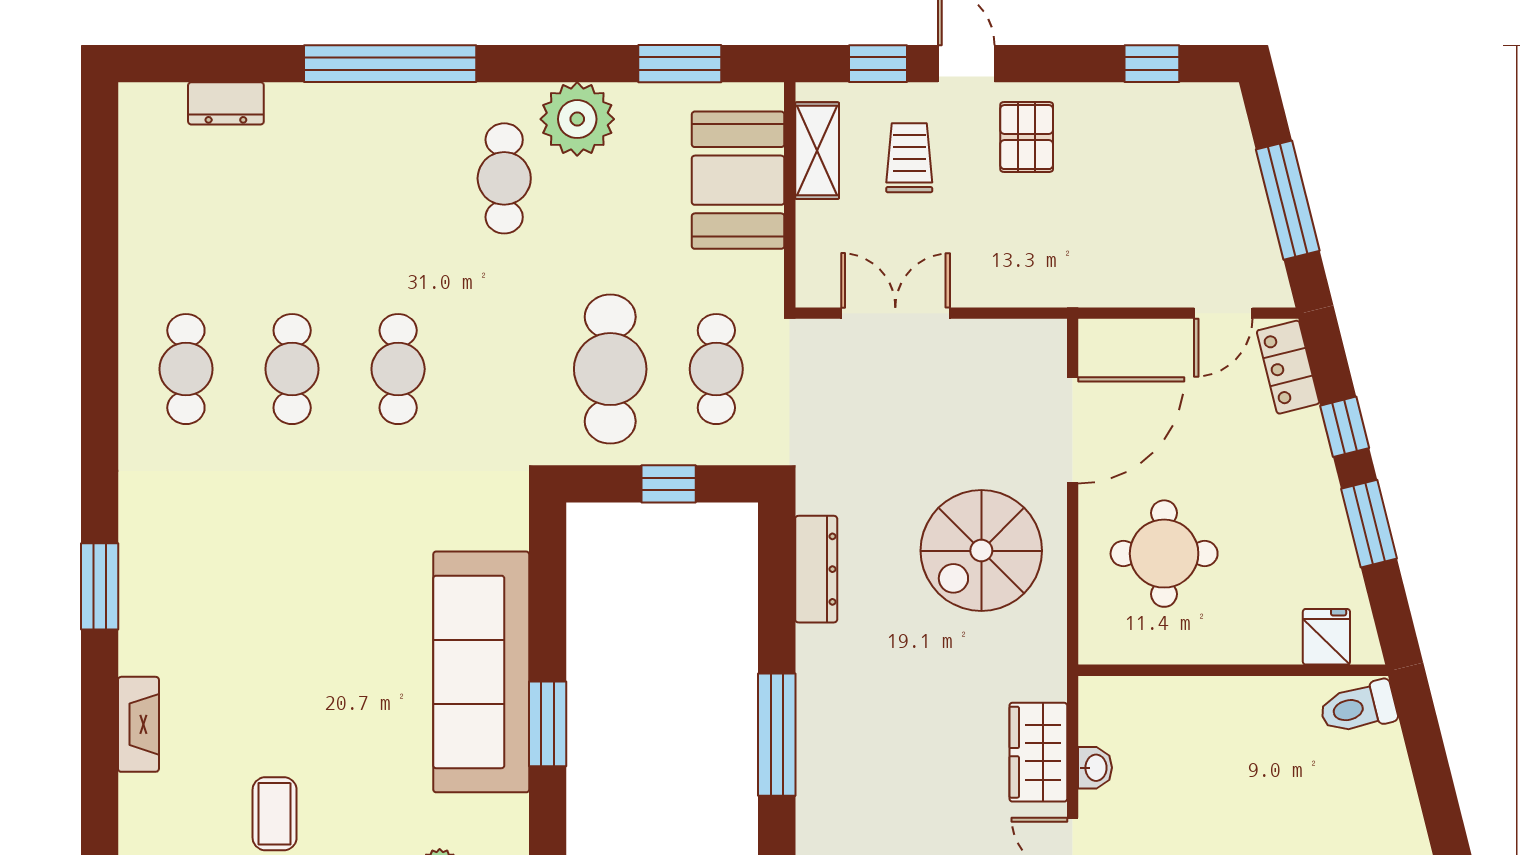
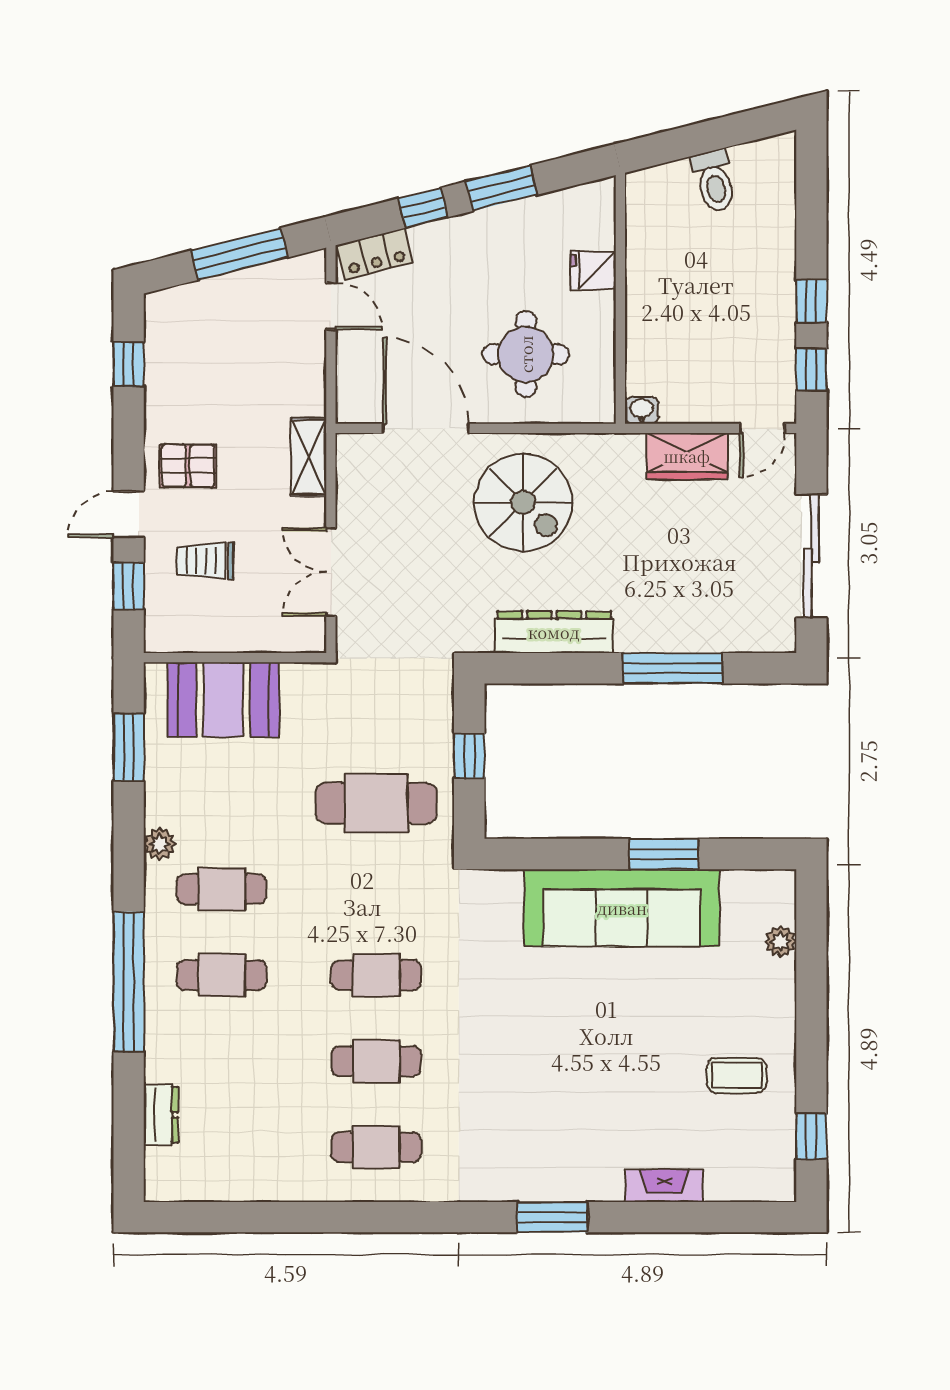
plant: (577, 119) -> (160, 844), width x0.53, depth x0.53
shelving: (817, 151) -> (309, 457), moved, turned 90
cafe table: (716, 369) -> (222, 975), moved
dresser: (816, 569) -> (554, 632), width x1.37, depth x1.24
fridge: (1326, 637) -> (593, 270), moved
toilet: (1358, 708) -> (714, 181), moved
washbasin: (1095, 768) -> (642, 410), moved

